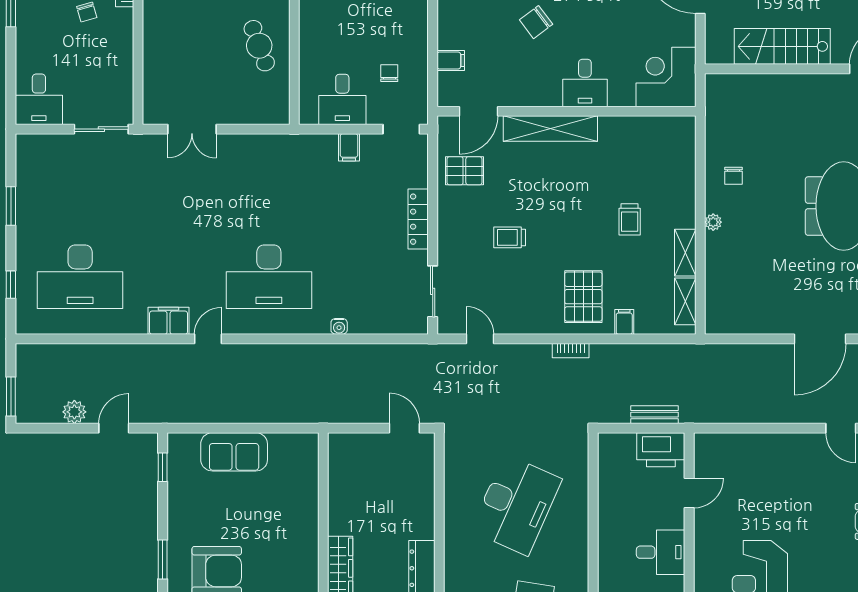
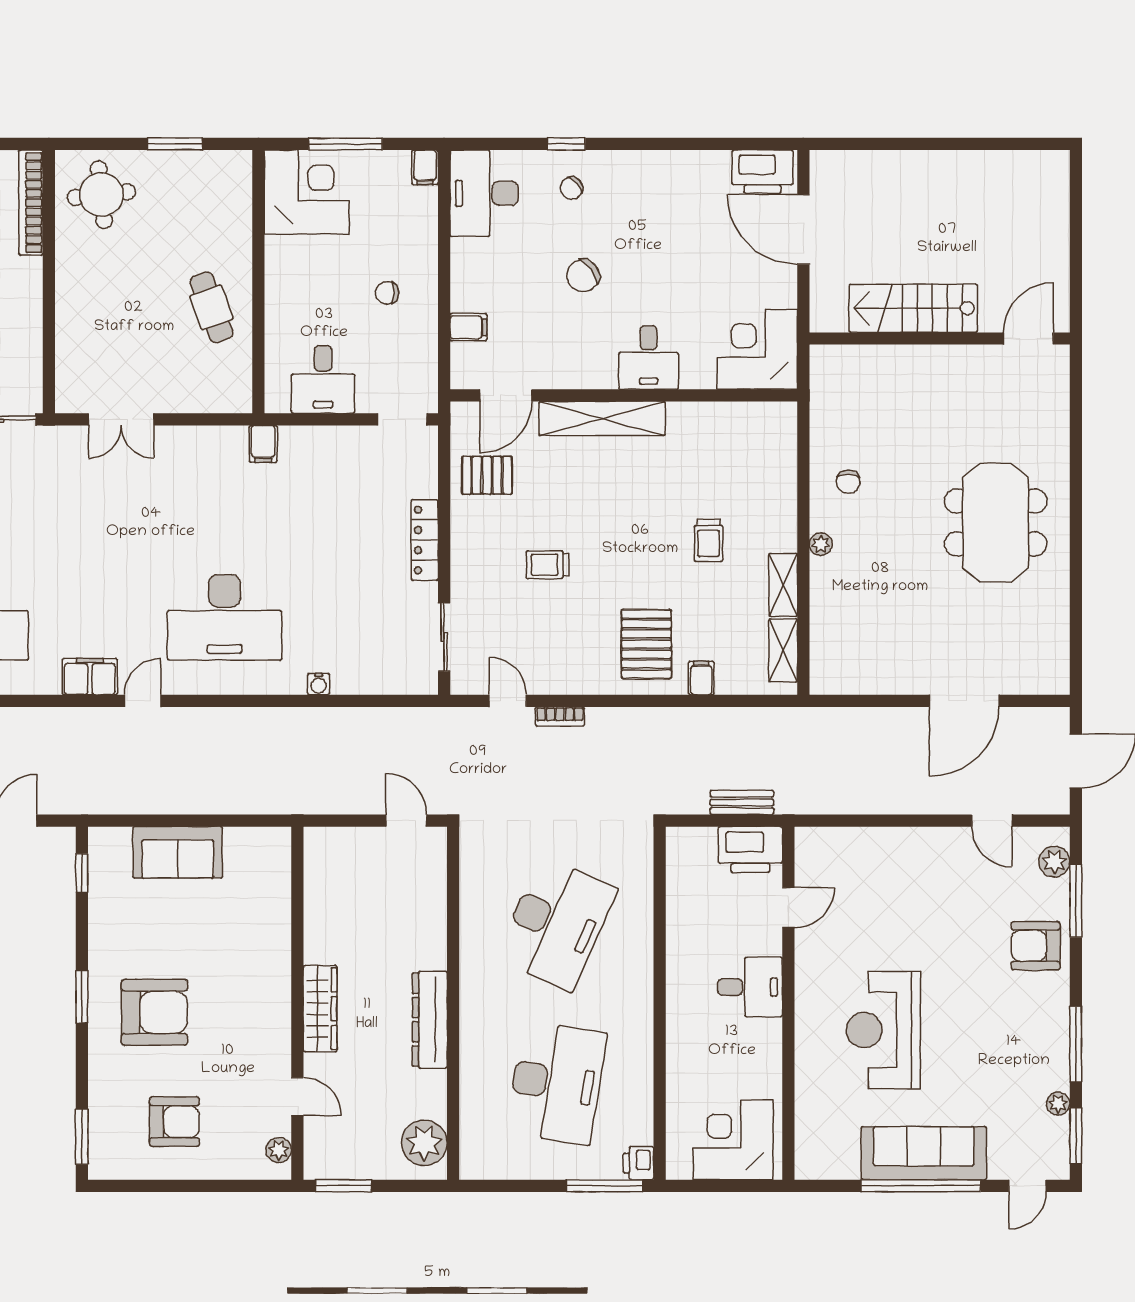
chair: (389, 73) -> (387, 293), moved, turned -90
filing cabinet: (349, 147) -> (263, 444), moved
bookcase: (571, 351) -> (560, 717), moved

